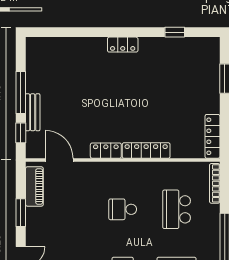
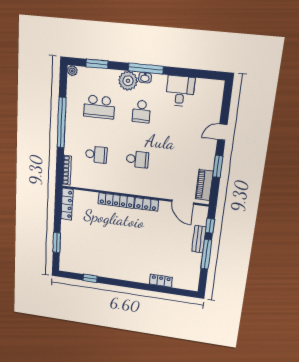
locker: (123, 45) -> (161, 281), moved
school desk: (177, 209) -> (96, 154), width x0.54

